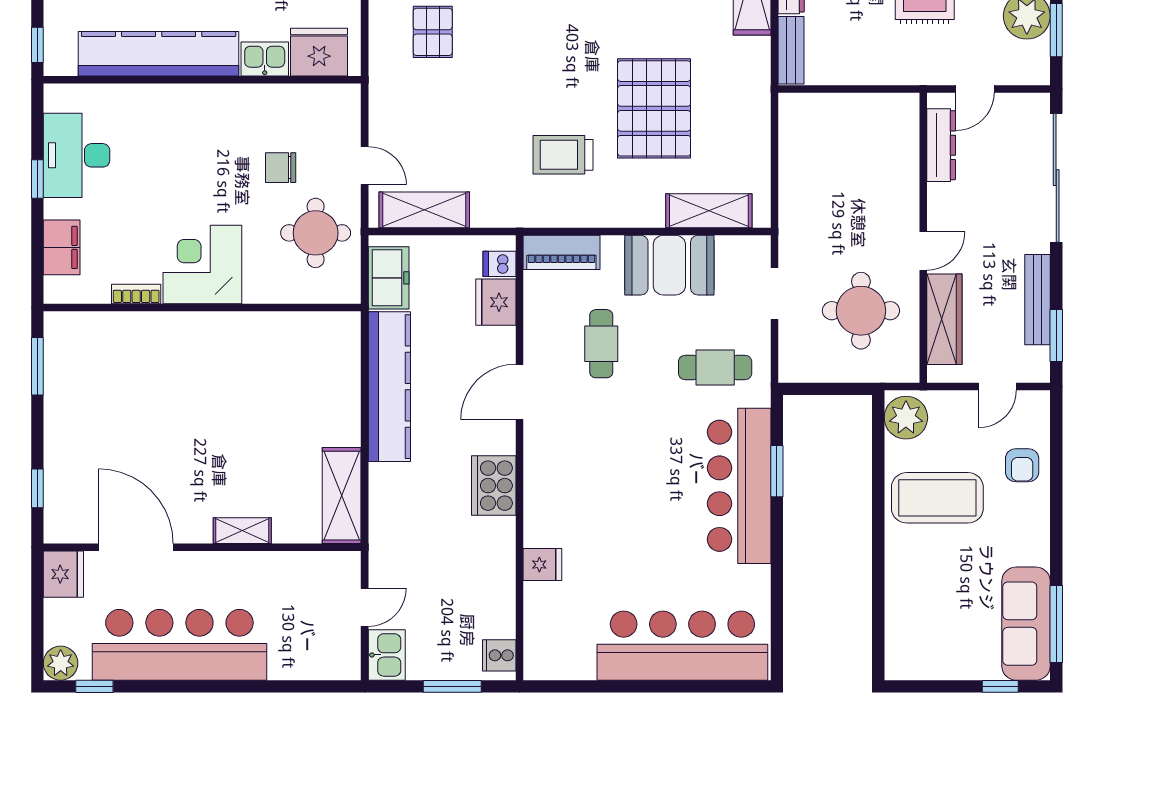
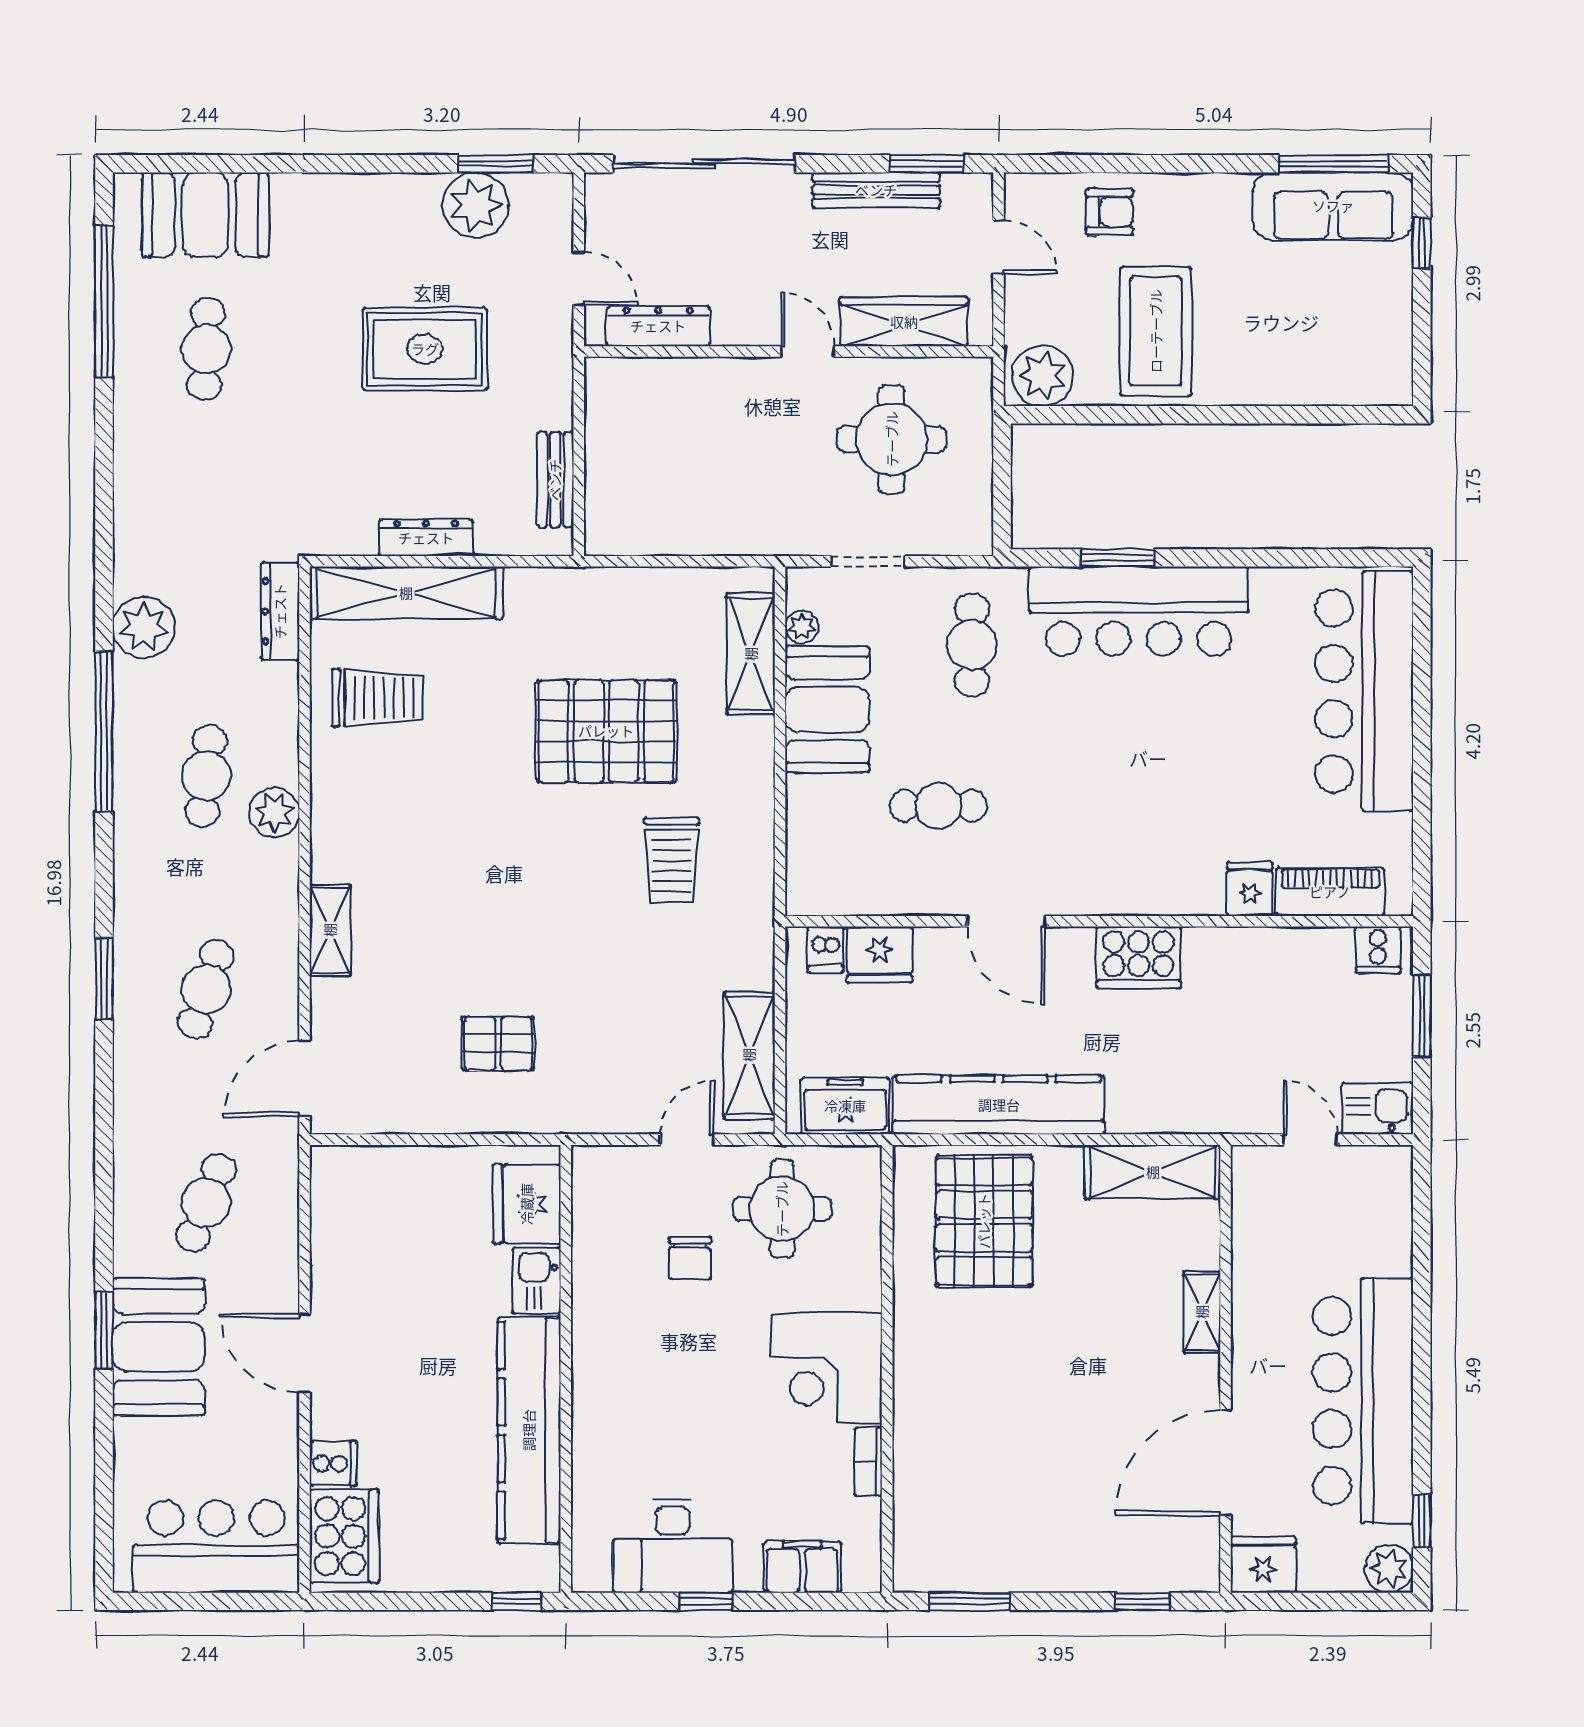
bench: (791, 50) -> (555, 480), moved, turned 90
plant: (728, 247) -> (802, 627), added
piano: (561, 252) -> (1330, 892), moved, turned -90
pallet: (307, 376) -> (984, 1221), added

